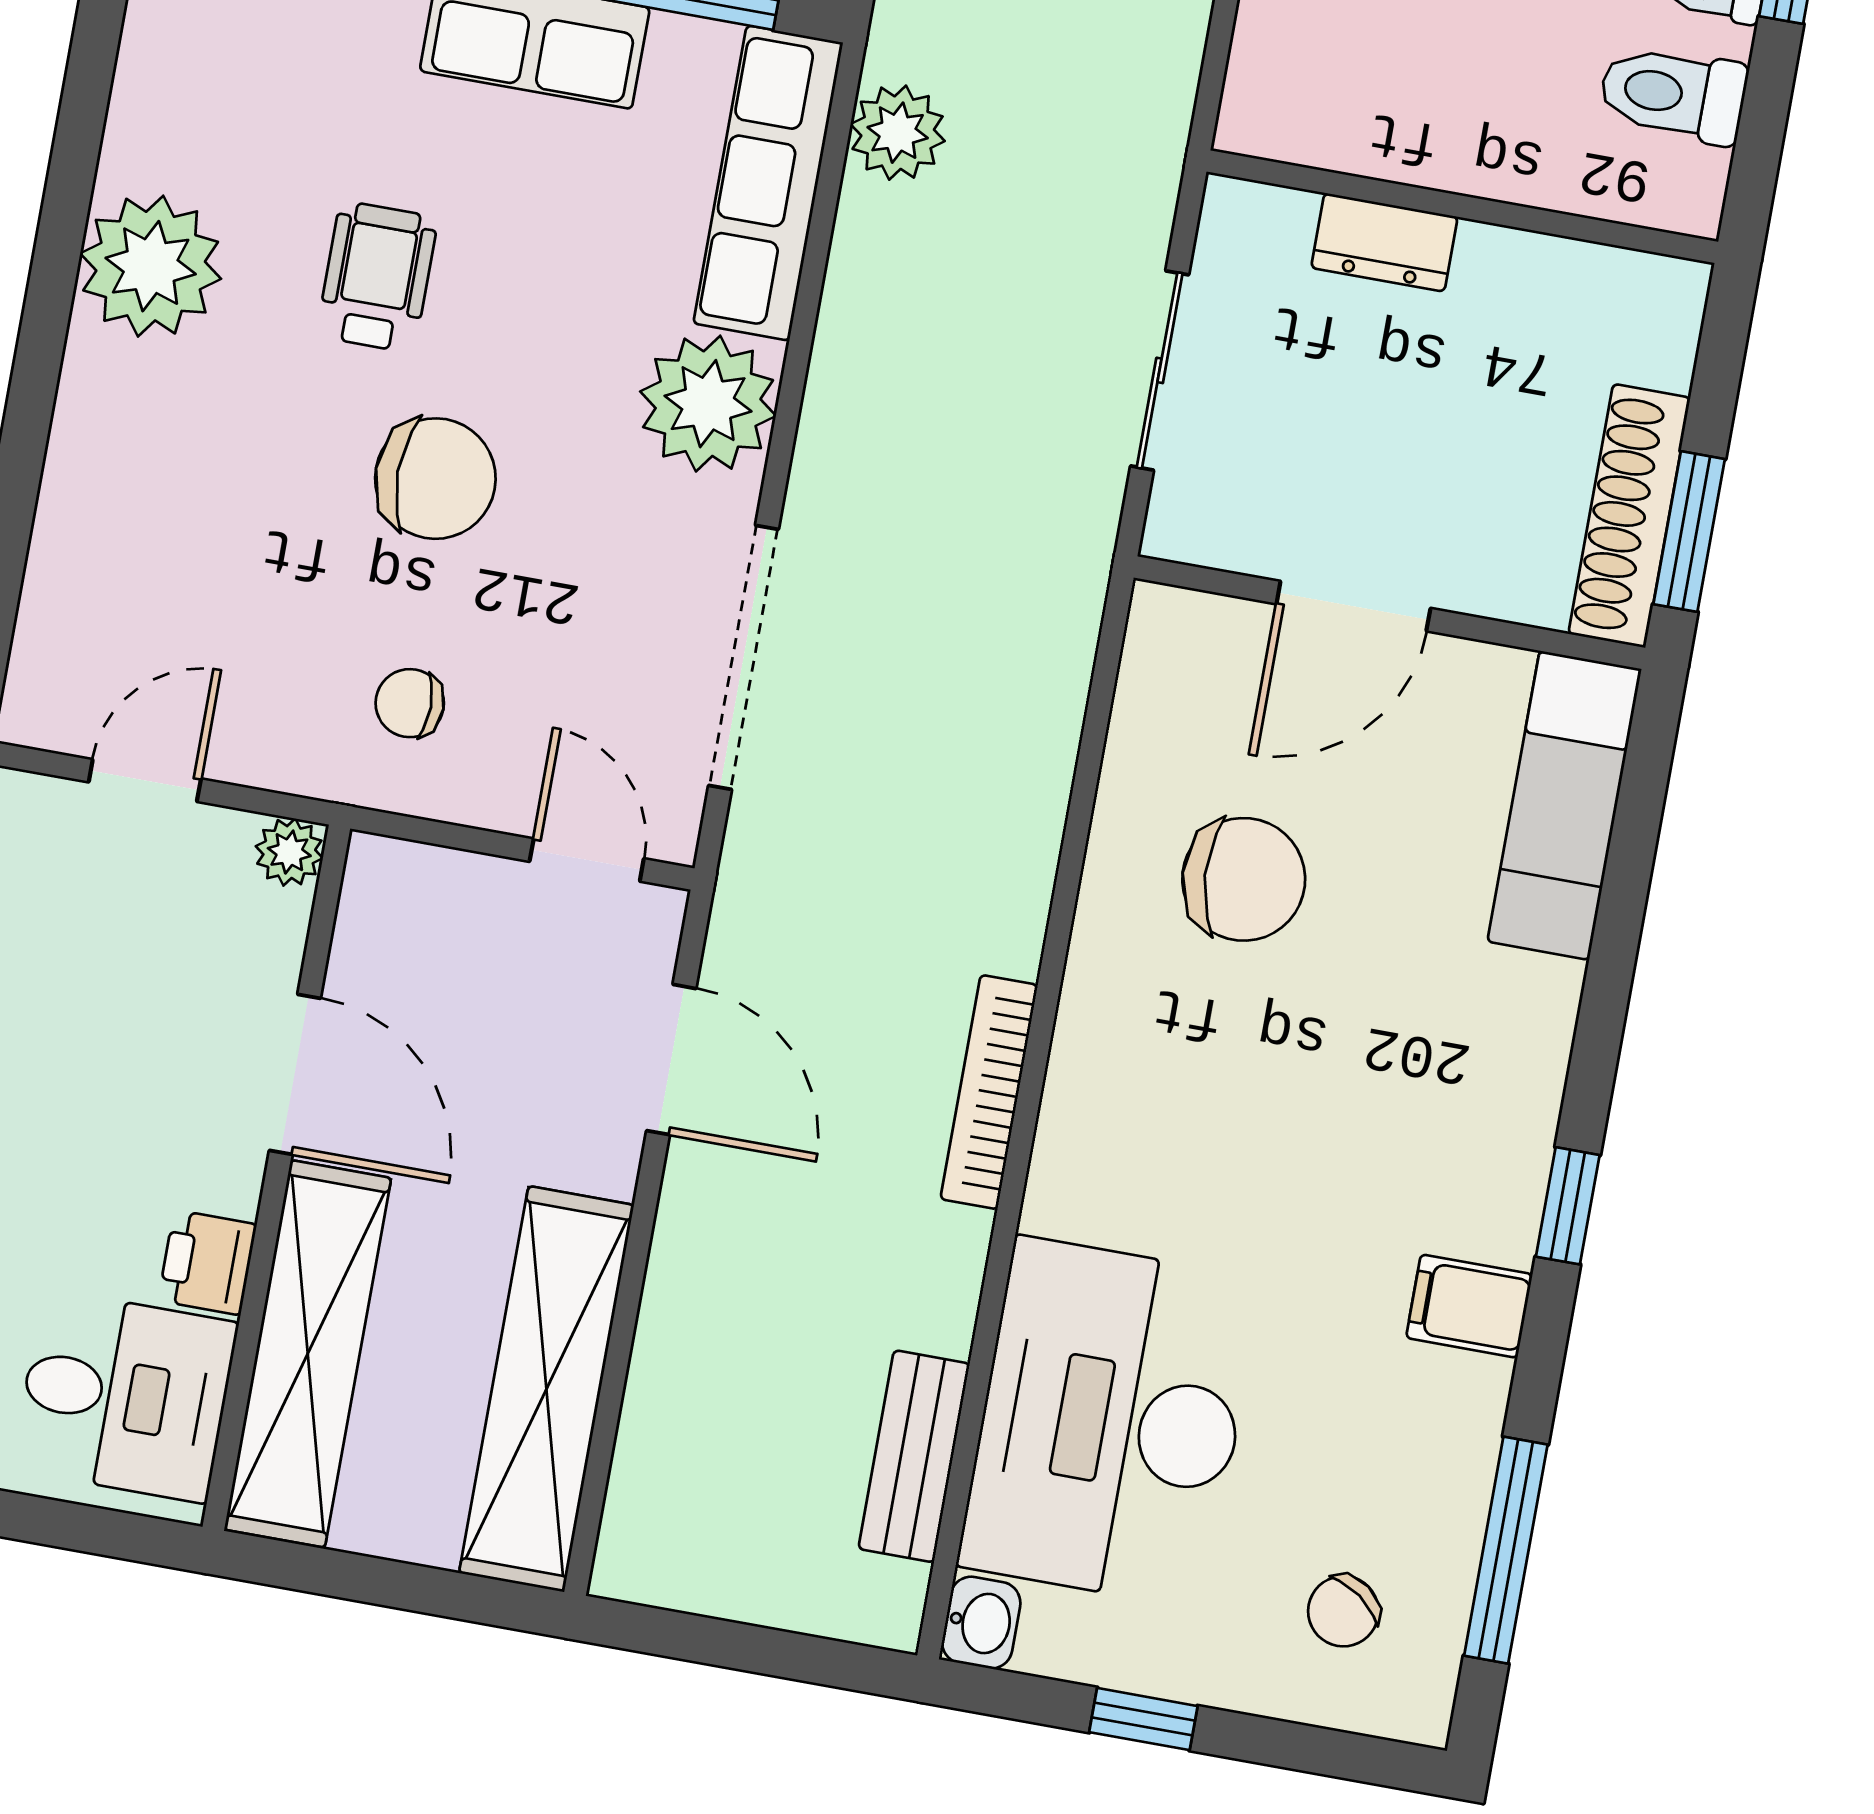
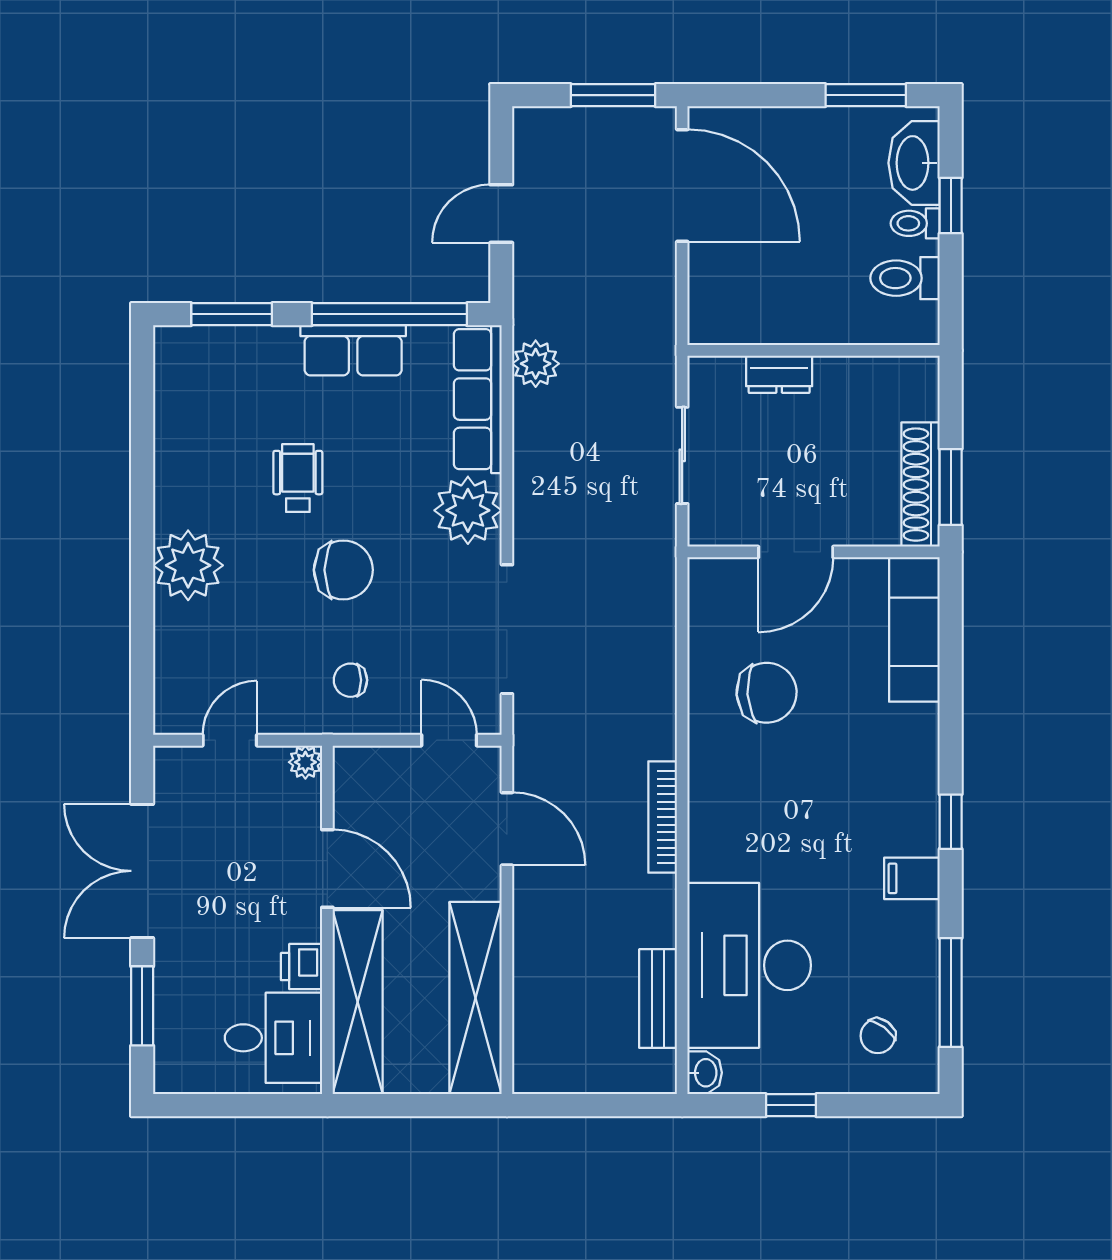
plant: (151, 266) -> (188, 565), moved

